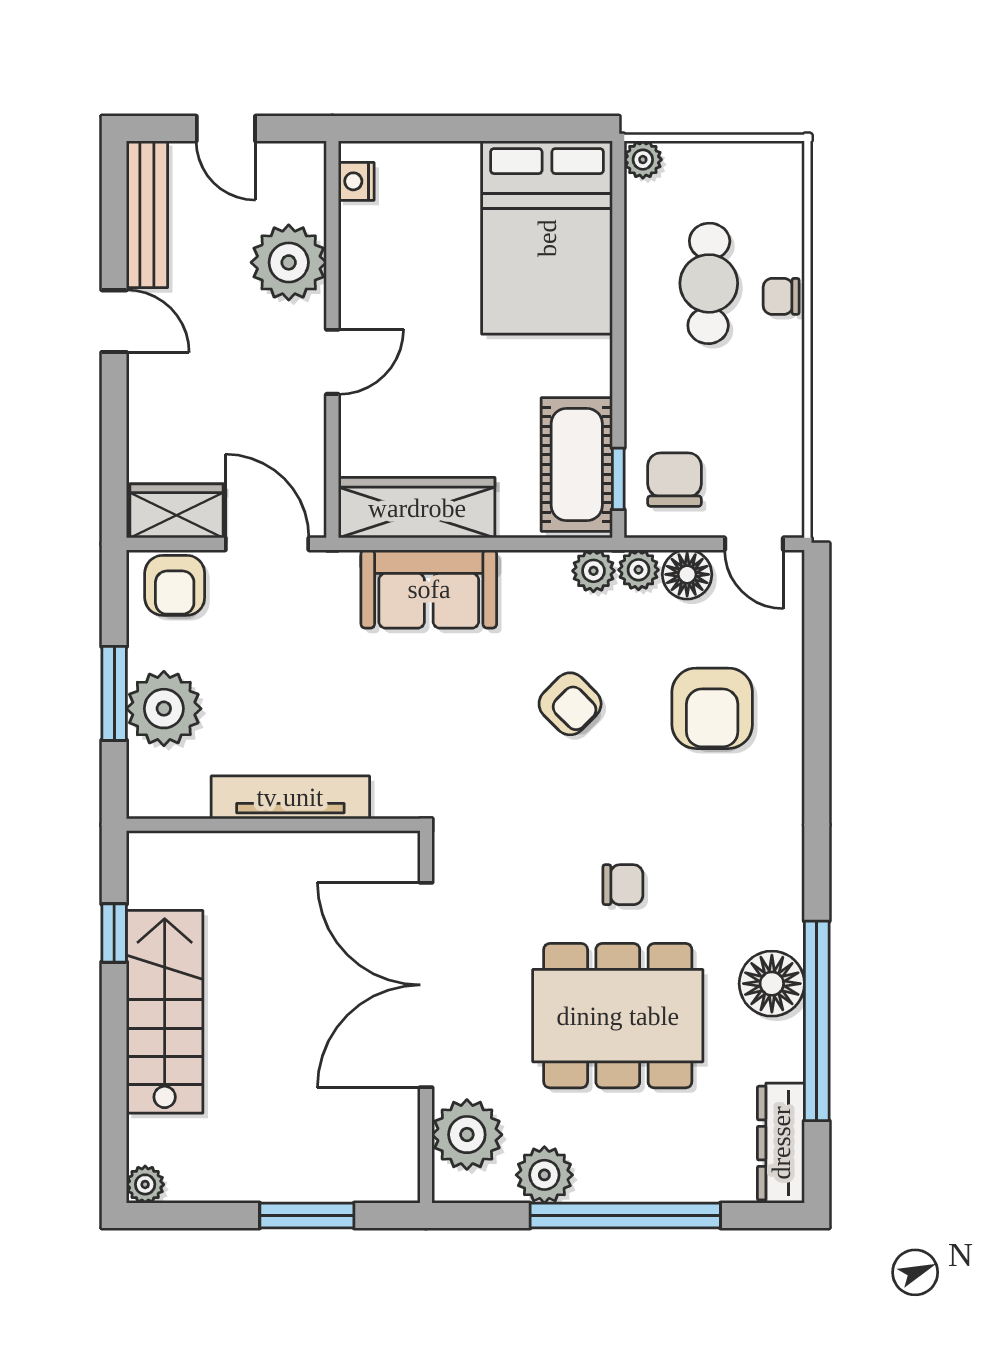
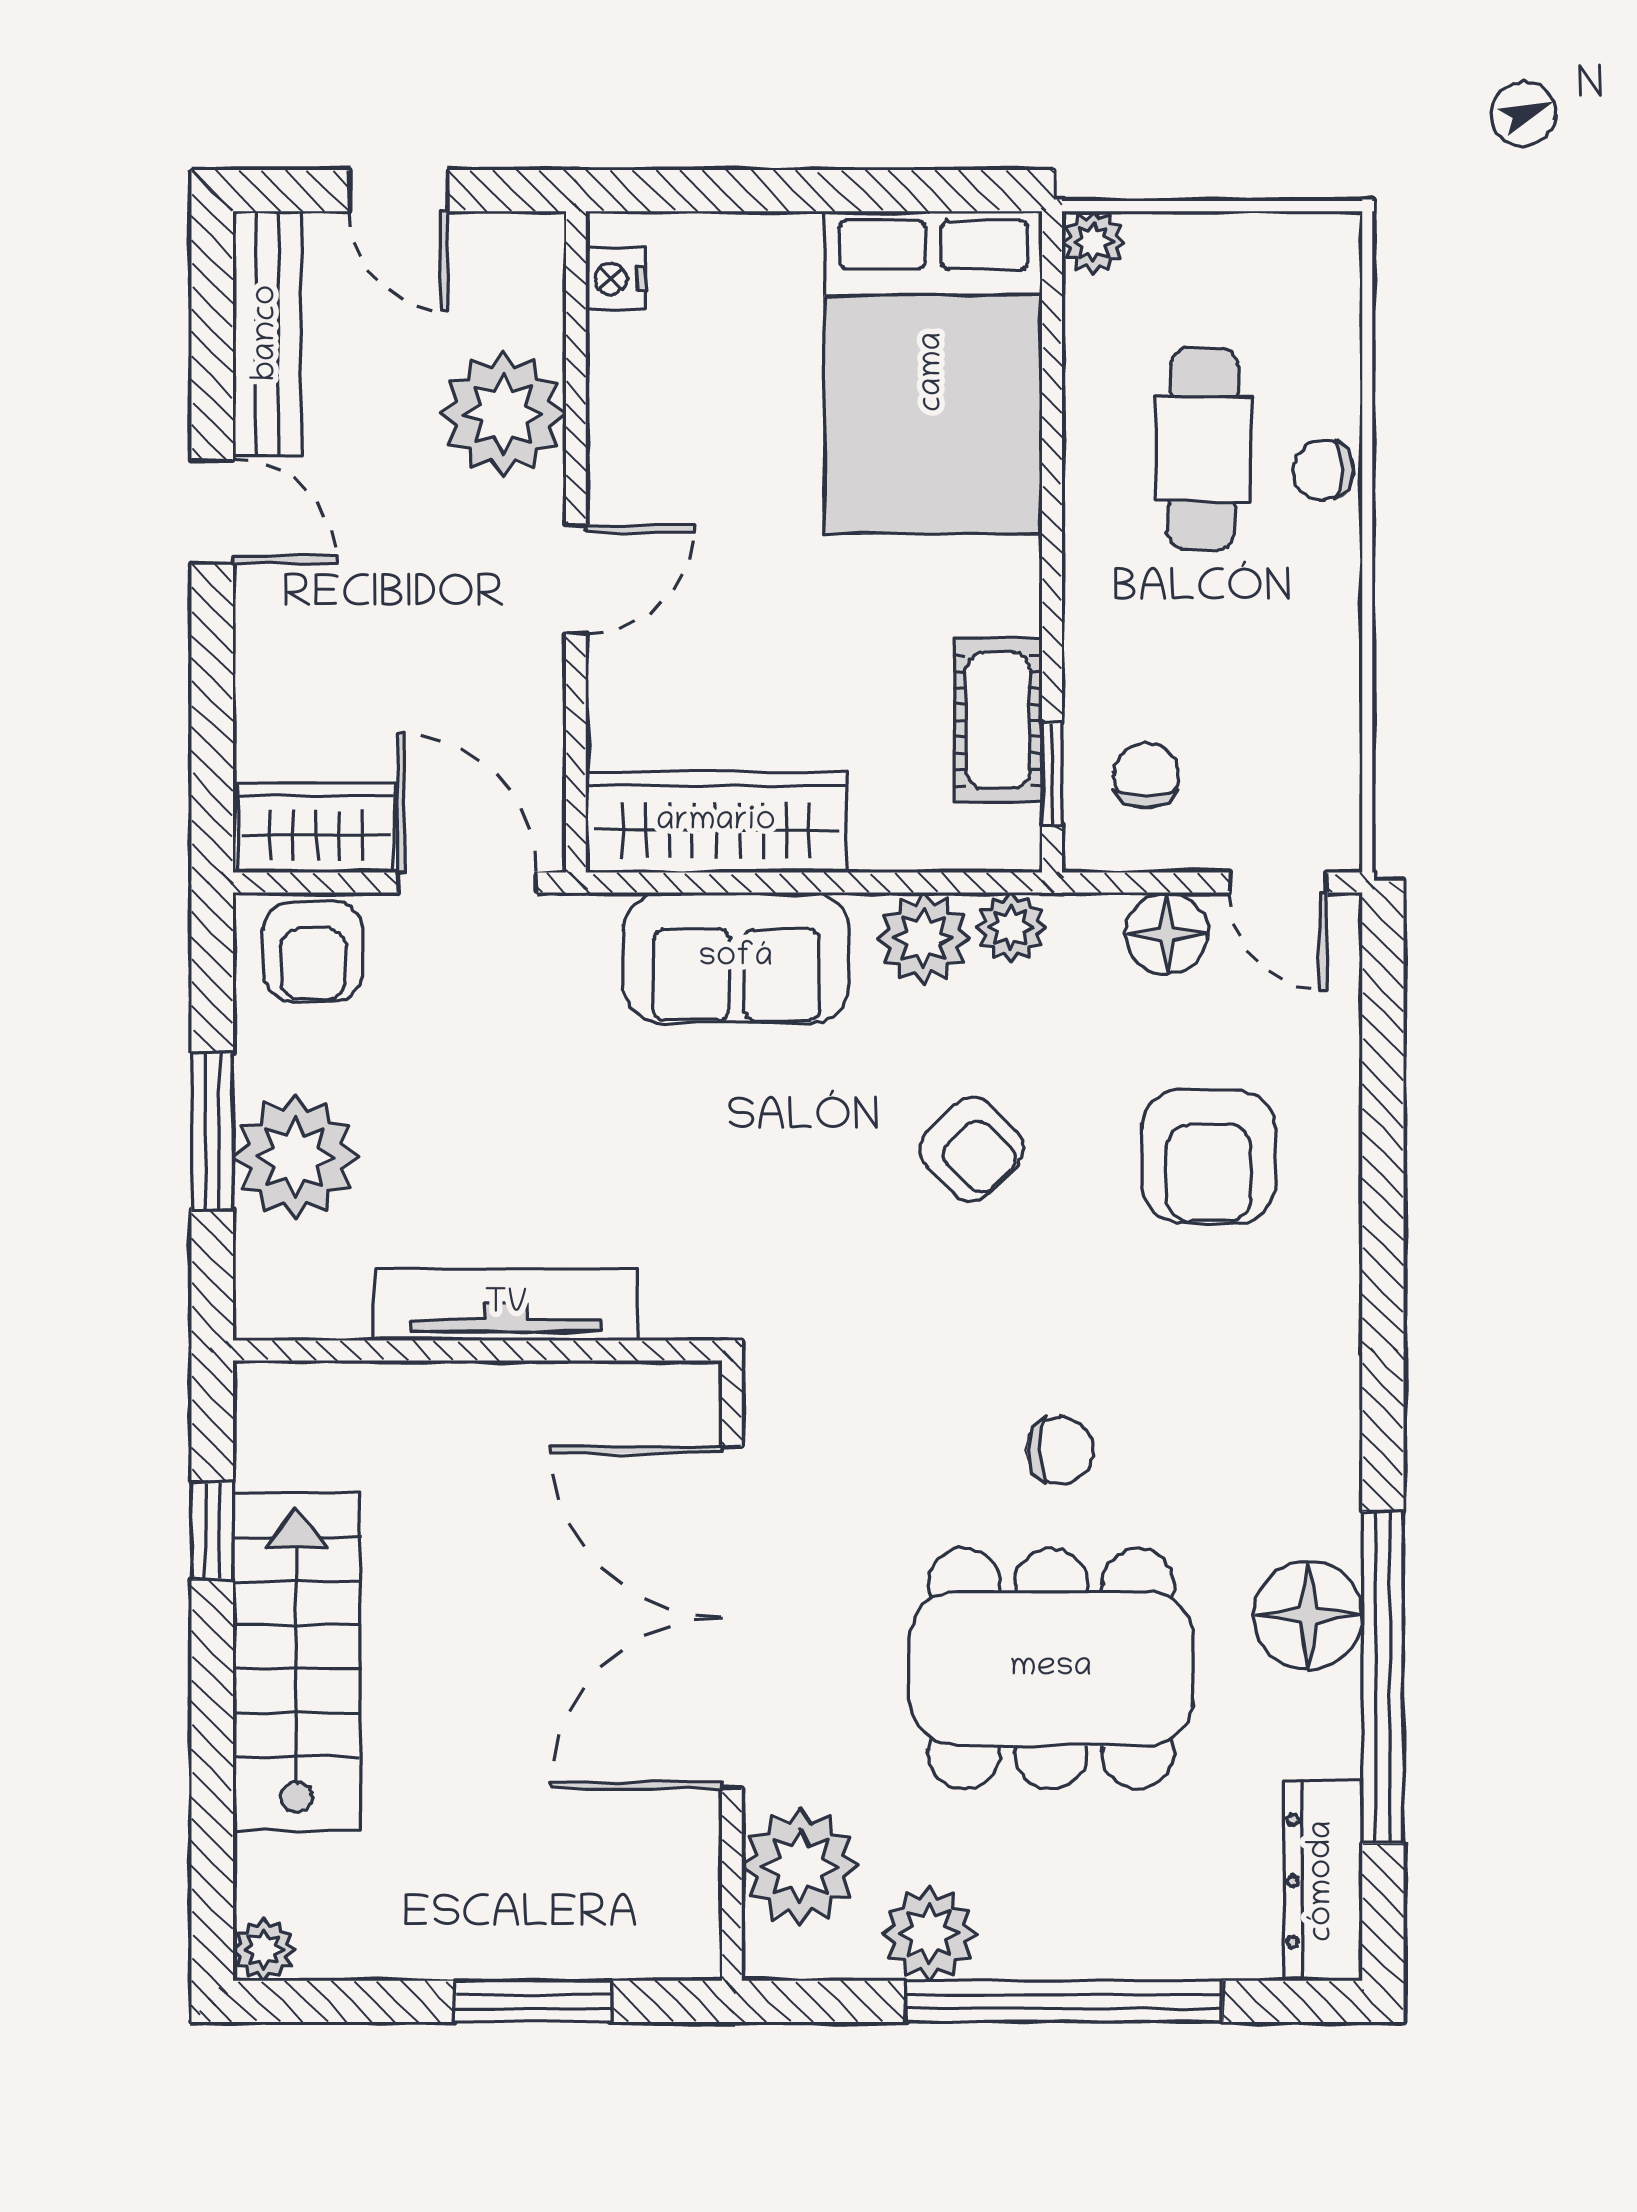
cot: (577, 464) -> (998, 720), width x0.73, depth x0.75
chair: (674, 480) -> (1146, 776), width x0.73, depth x0.73
plant: (638, 570) -> (923, 938), moved, width x1.38, depth x1.38

